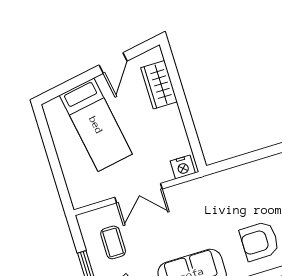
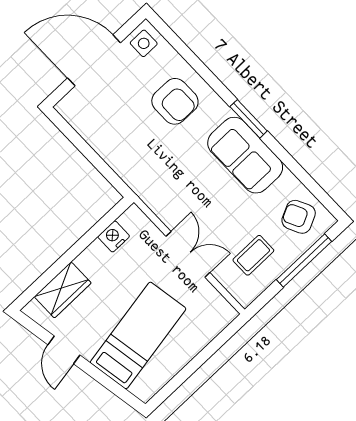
door: (113, 63) -> (64, 350), swing flipped
nightstand: (183, 167) -> (114, 236), moved, turned -90

